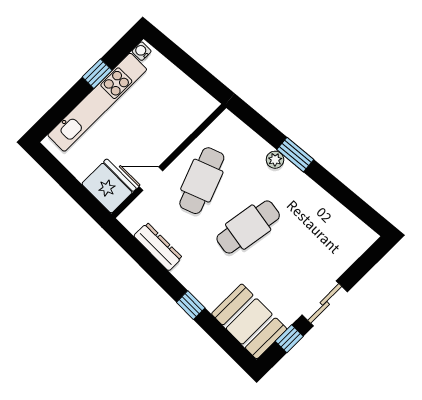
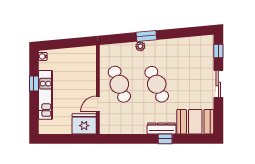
kitchen unit: (97, 102) -> (46, 95), width x0.73
cafe table: (248, 227) -> (157, 84), turned -33
dresser: (158, 247) -> (162, 129), moved
window: (289, 339) -> (218, 51), moved

